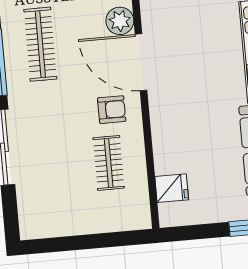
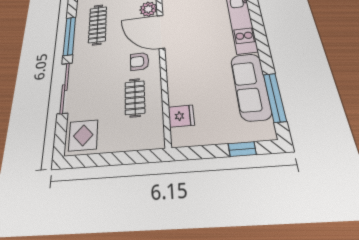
armchair: (112, 110) -> (140, 61), turned 180
display table: (43, 214) -> (83, 135), added

